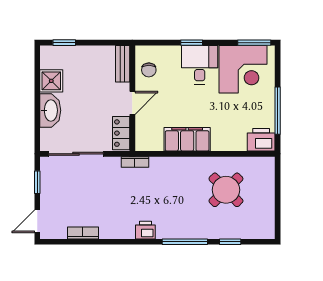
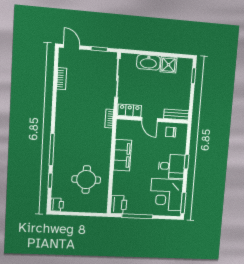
round table: (226, 190) -> (86, 180), turned 45
printer: (145, 230) -> (57, 205), moved

